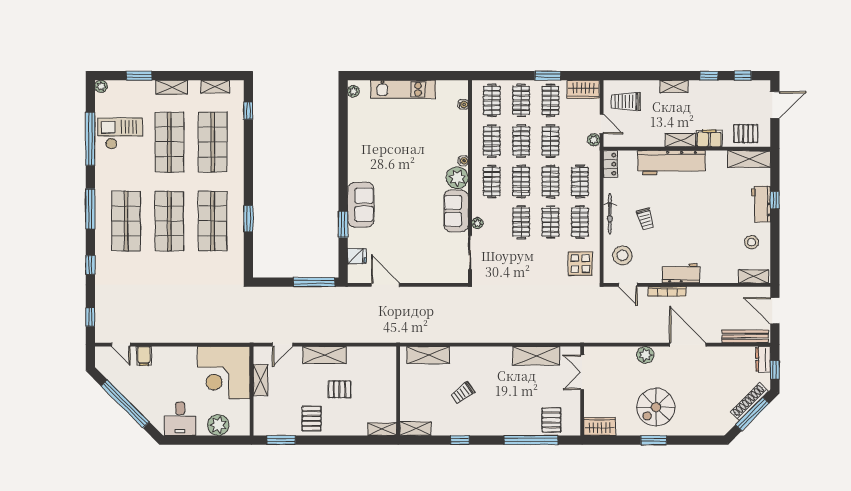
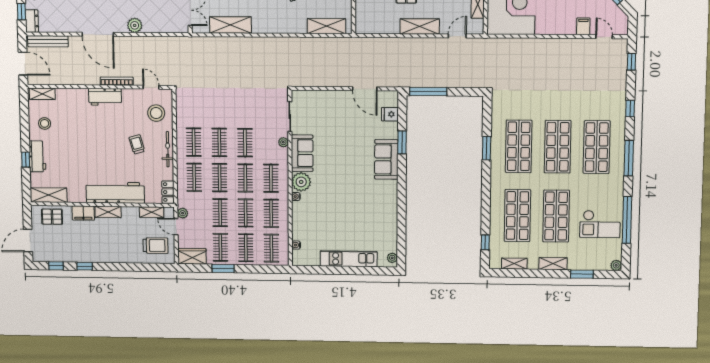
shelving: (674, 86) -> (152, 212), moved
display table: (580, 264) -> (193, 106), removed

